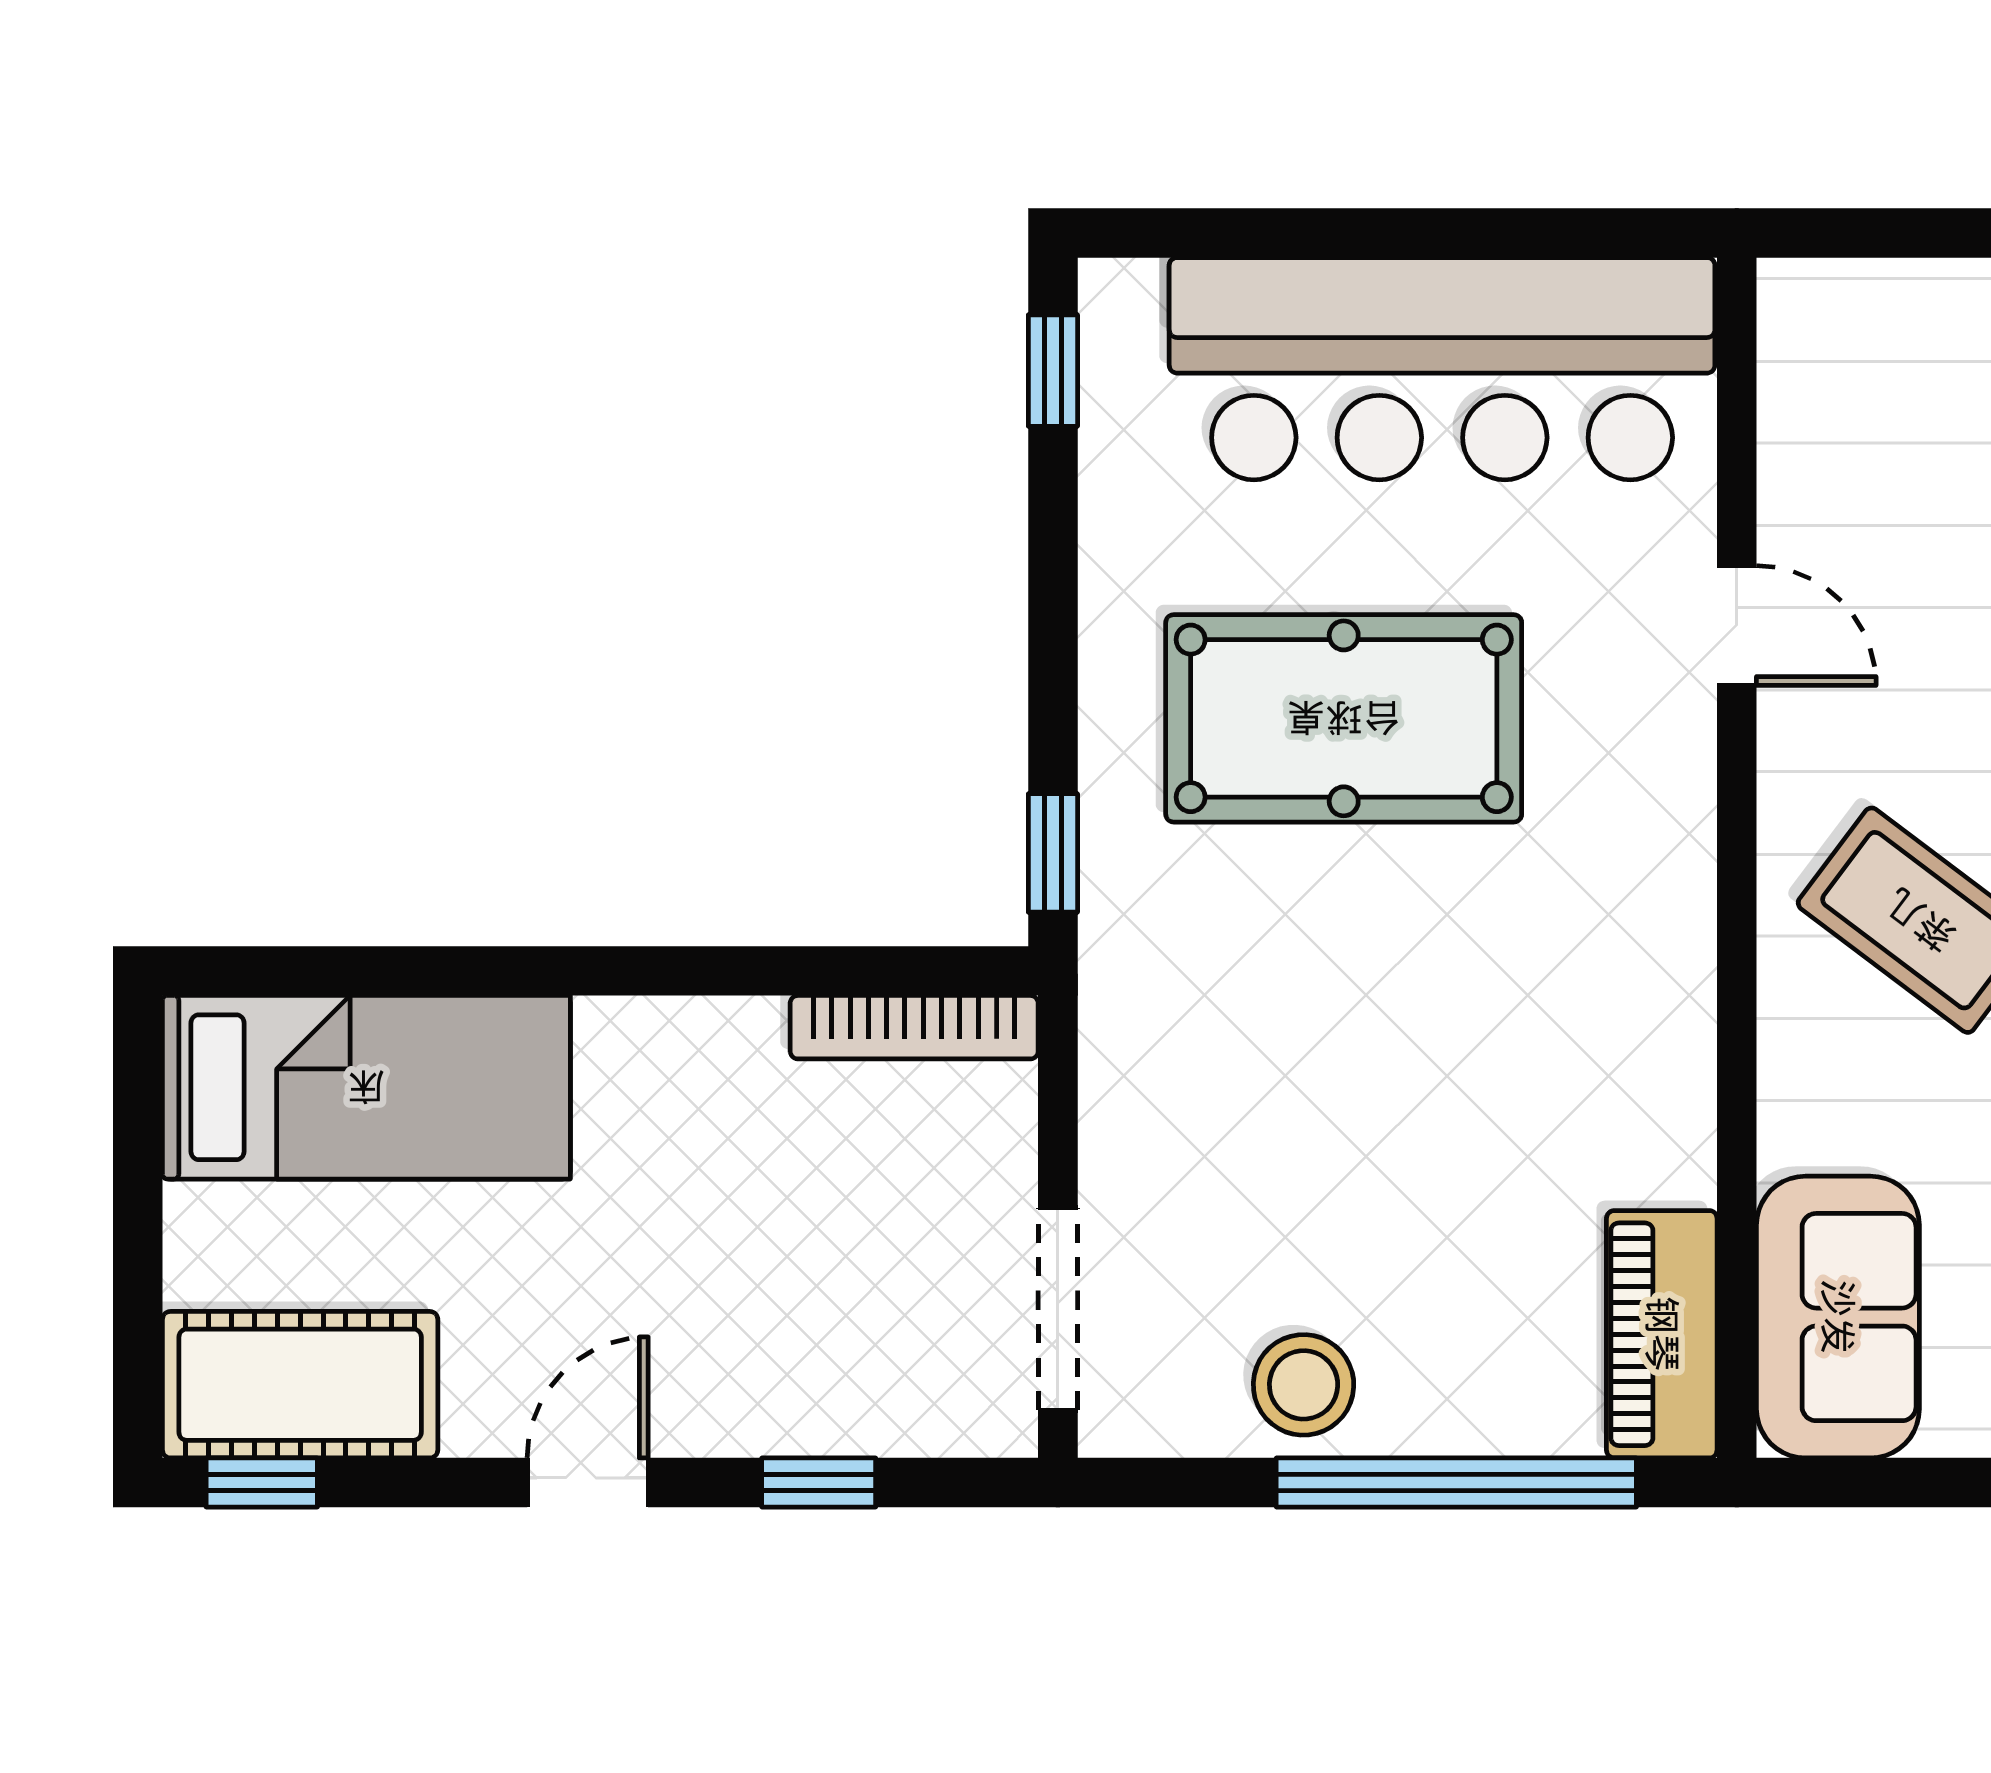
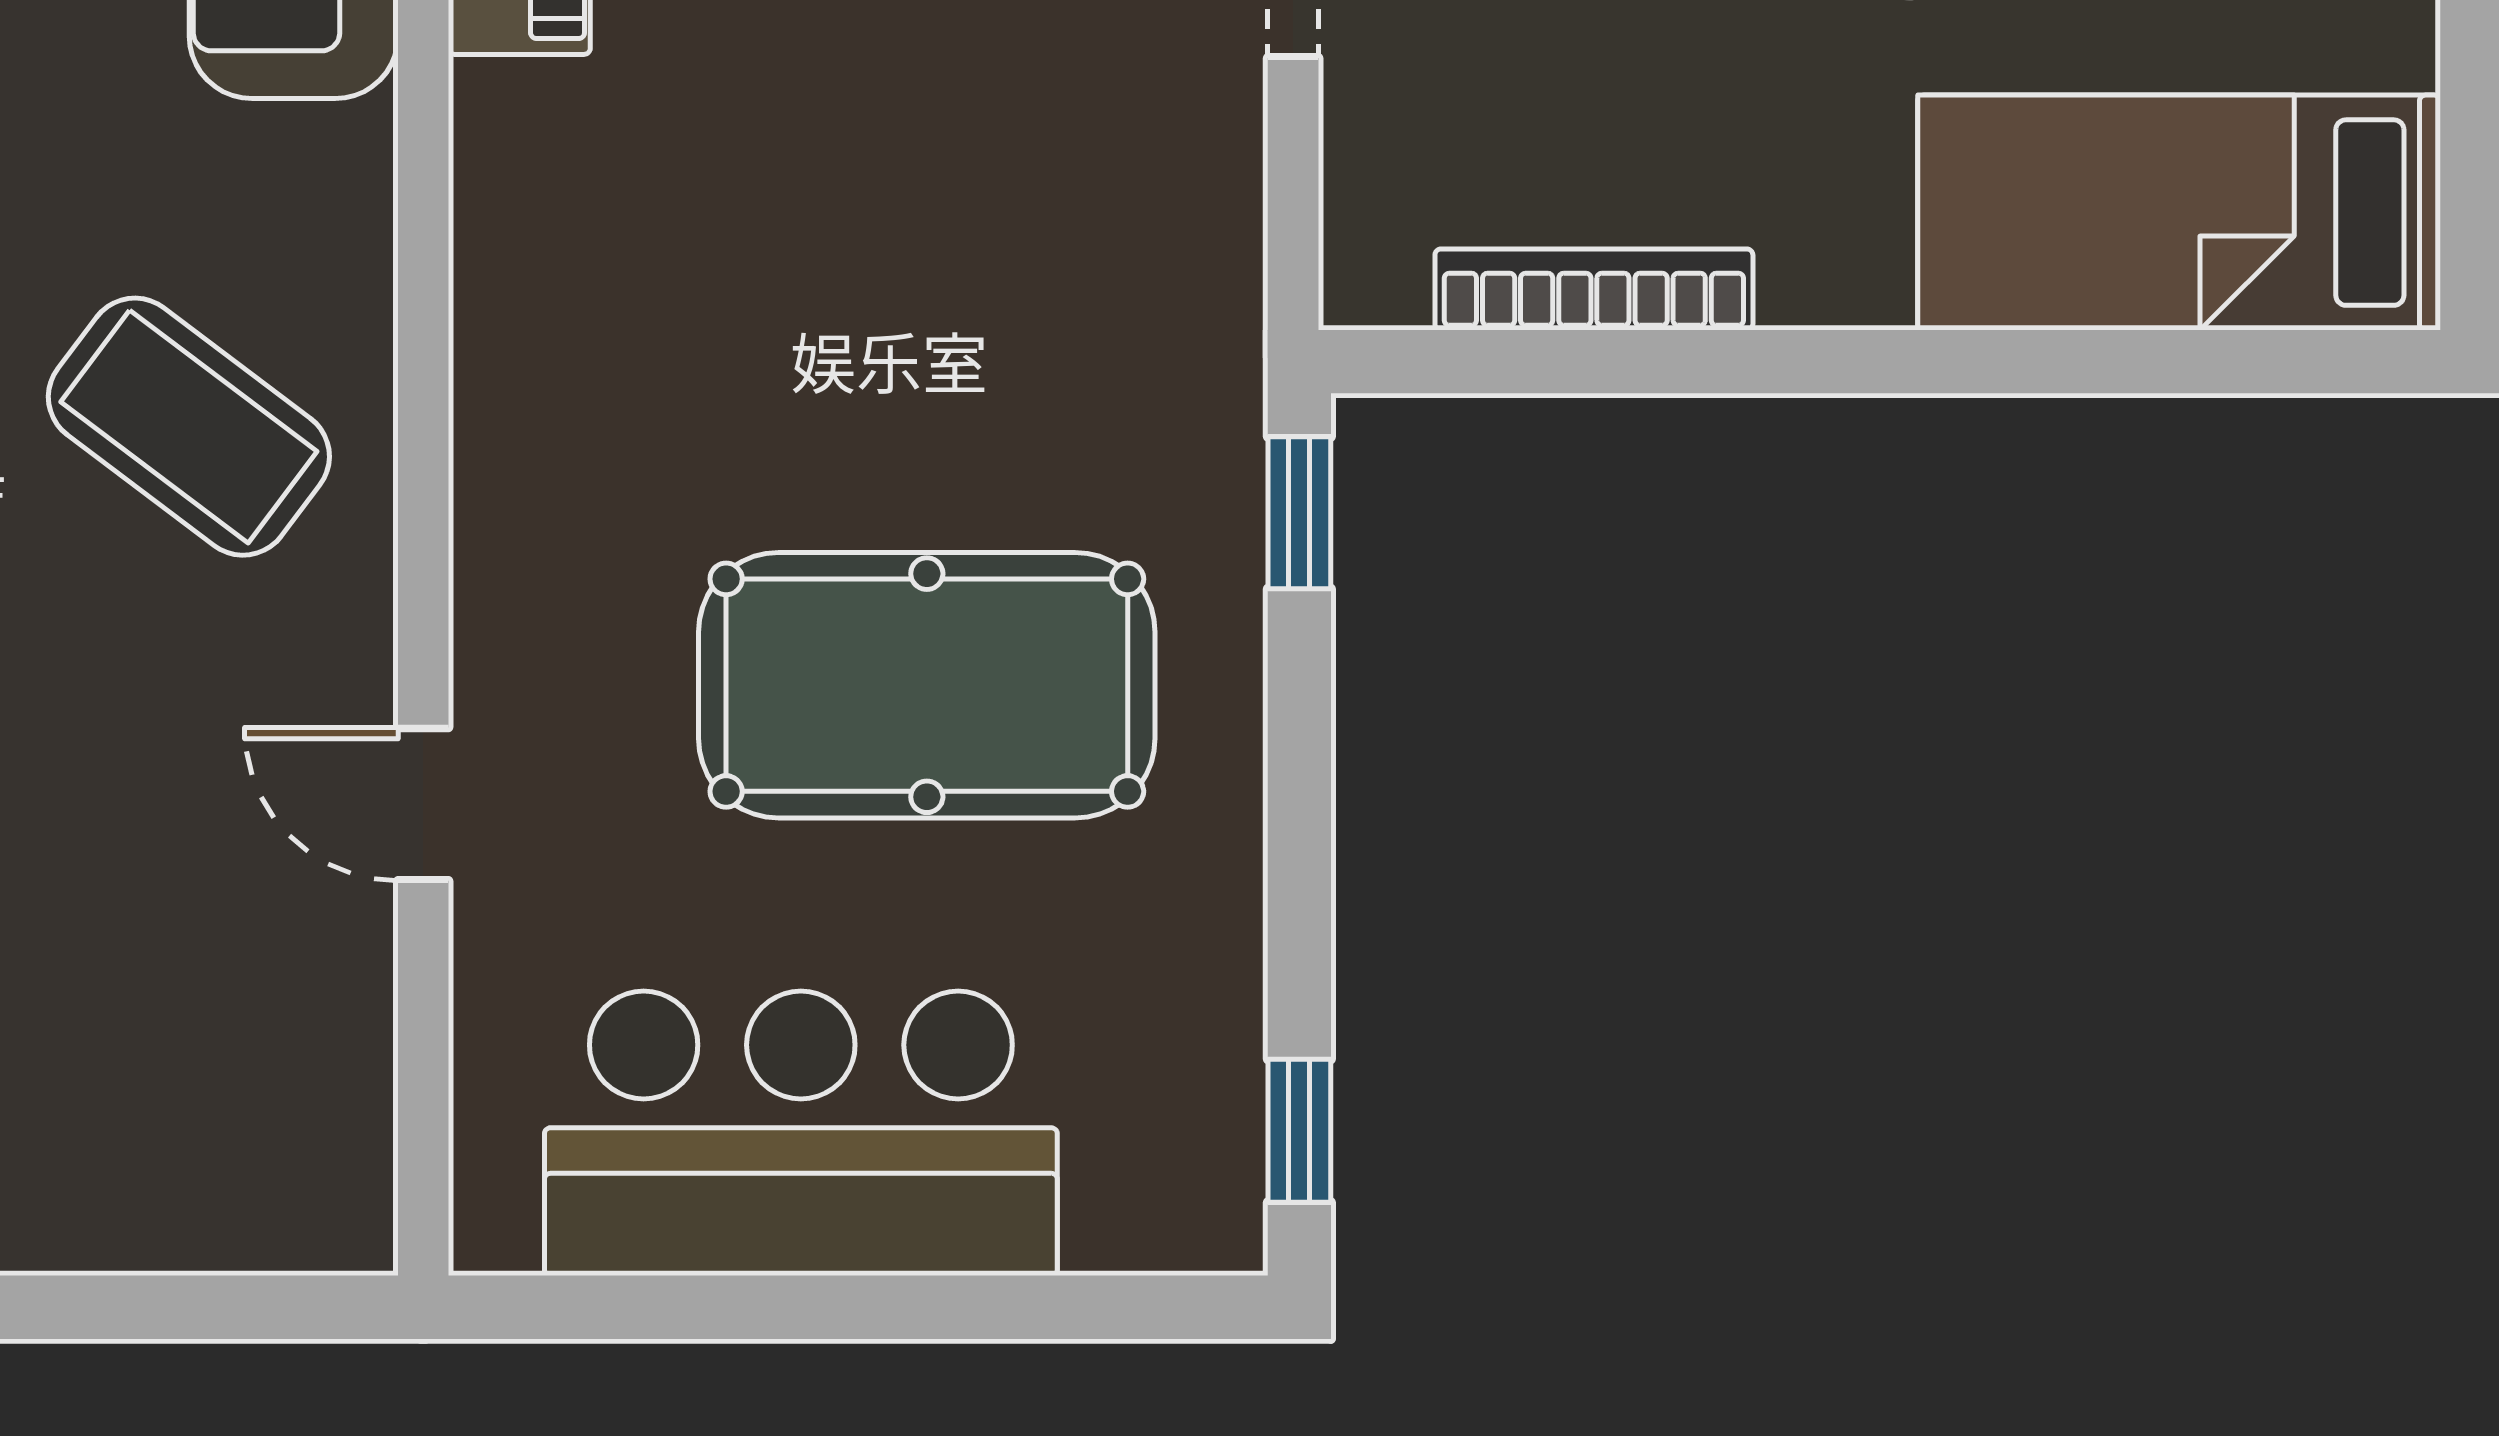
bar counter: (1442, 369) -> (801, 1133), width x0.73
bookcase: (914, 1027) -> (1594, 289), moved

